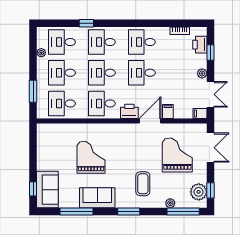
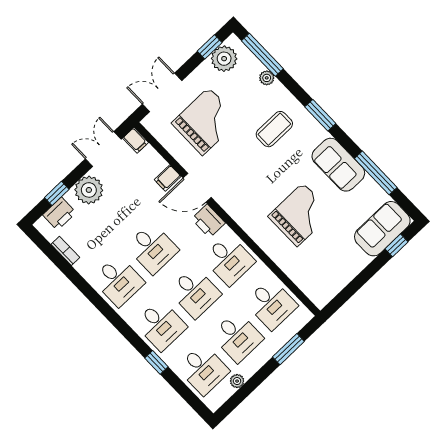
plant: (202, 73) -> (89, 190), width x1.87, depth x1.87
grand piano: (177, 155) -> (206, 121), turned 180
grand piano: (91, 157) -> (300, 215), turned 180

